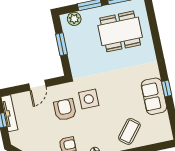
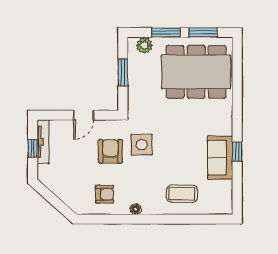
dining table: (120, 31) -> (196, 72), width x1.36, depth x1.24
coffee table: (129, 131) -> (182, 194), turned 51

